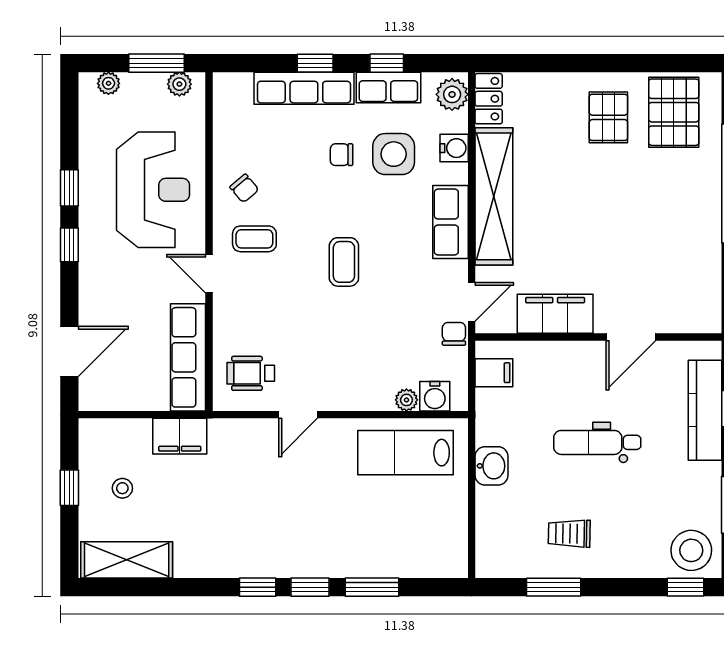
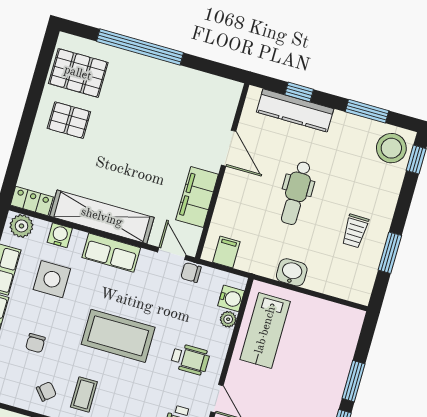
chair: (342, 155) -> (35, 343), moved
coffee table: (344, 262) -> (118, 336), width x1.86, depth x1.72
wheelchair: (340, 365) -> (190, 359), added

